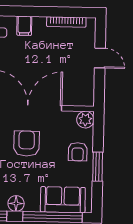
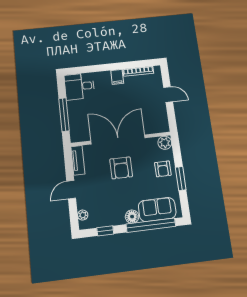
filing cabinet: (24, 26) -> (117, 77), moved
armchair: (27, 144) -> (121, 168), turned 180
floor lamp: (16, 203) -> (132, 217), moved

